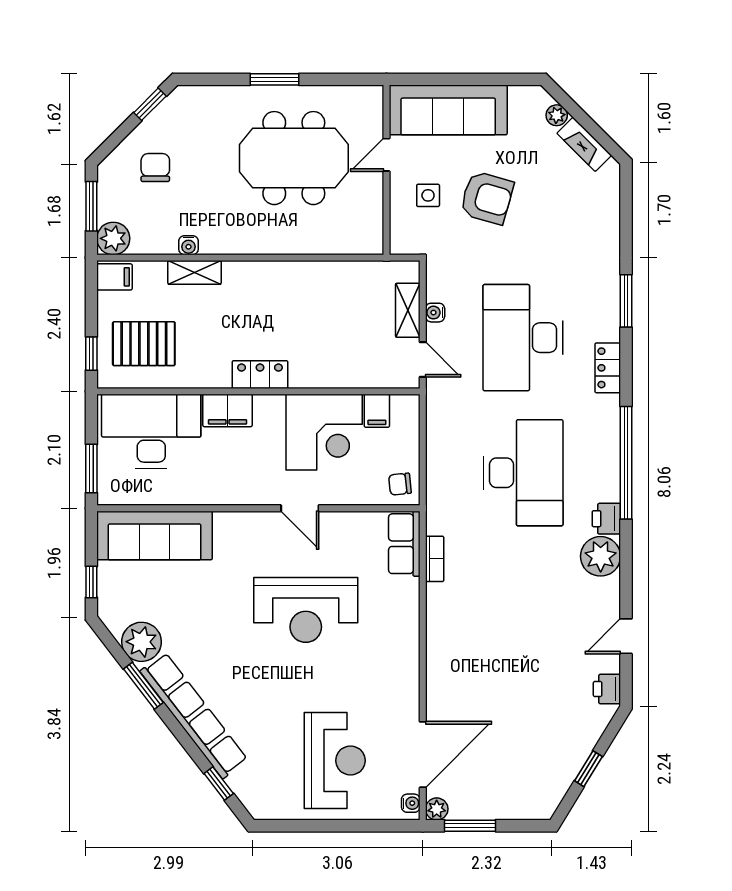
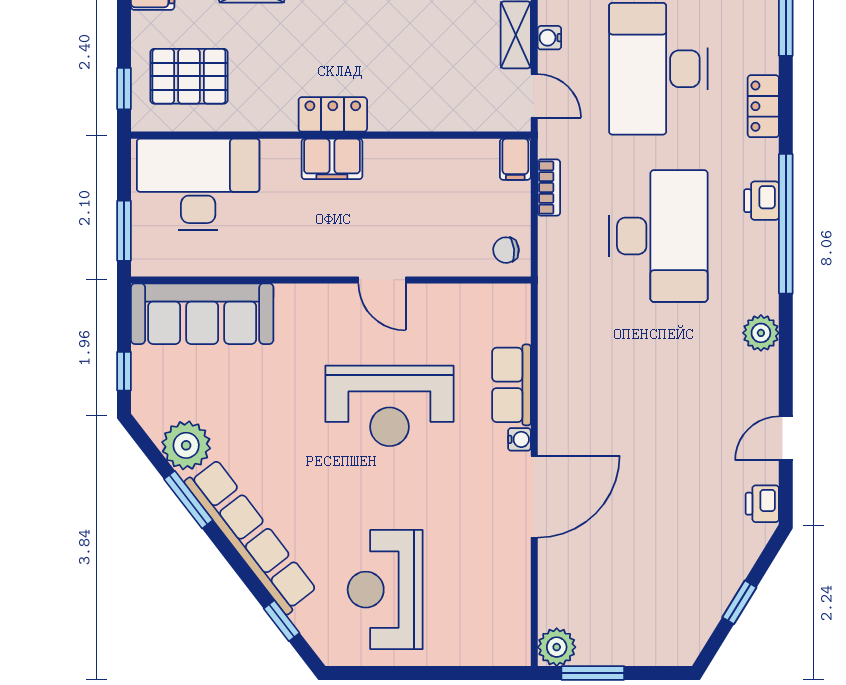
filing cabinet: (228, 410) -> (332, 159), moved
filing cabinet: (377, 411) -> (515, 159), moved
corner desk: (324, 432) -> (412, 186), removed
printer: (606, 519) -> (762, 201), moved
row of seats: (404, 544) -> (511, 385), moved
plant: (601, 556) -> (761, 333), width x0.73, depth x0.73
bookcase: (435, 559) -> (549, 188), moved
door: (423, 755) -> (534, 497), moved
reception desk: (335, 761) -> (385, 590), moved, turned 180
water cooler: (411, 803) -> (519, 439), moved
plant: (437, 809) -> (557, 647), width x1.38, depth x1.38

